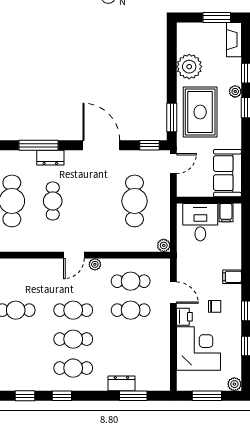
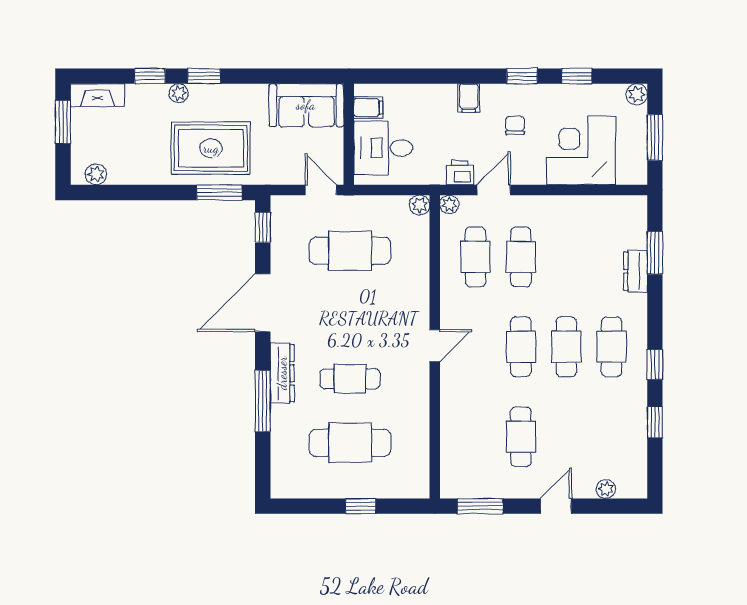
plant: (189, 67) -> (96, 174), moved, width x0.53, depth x0.53
dresser: (50, 158) -> (282, 373), width x1.44
door: (173, 164) -> (321, 190), moved
door: (74, 255) -> (435, 346), hinge flipped
plant: (95, 264) -> (449, 204), moved
printer: (184, 317) -> (460, 173), moved

